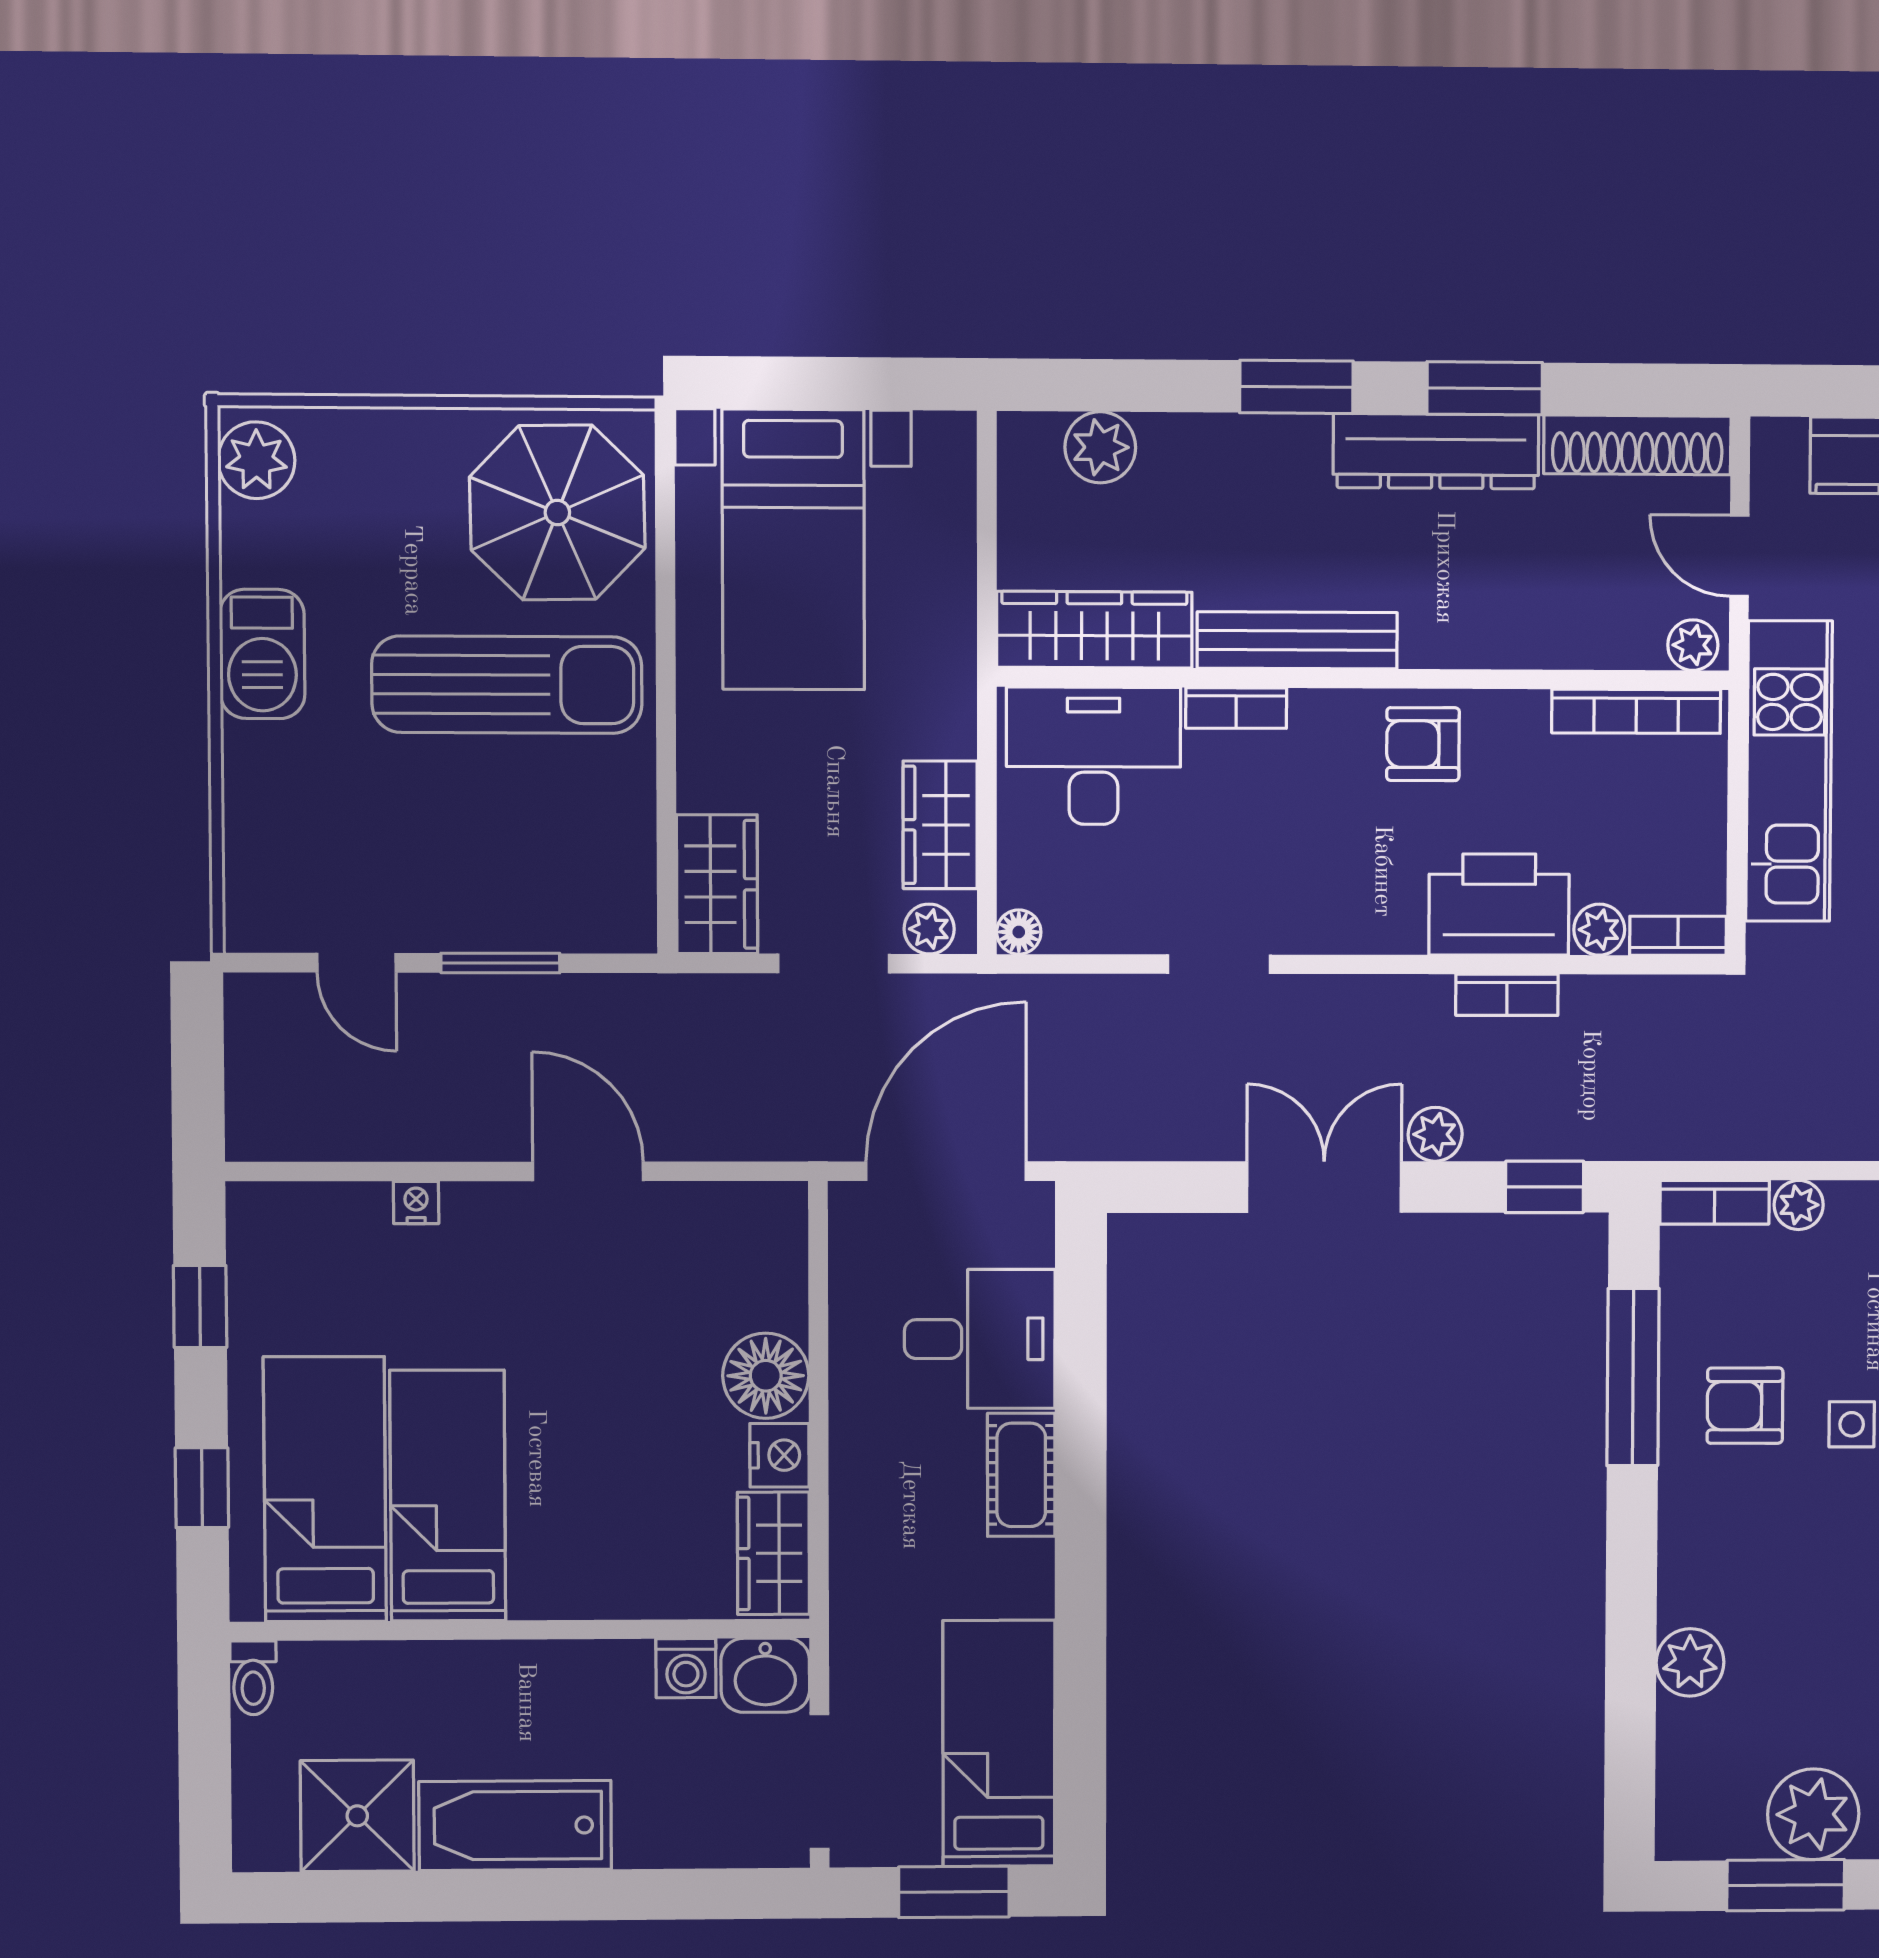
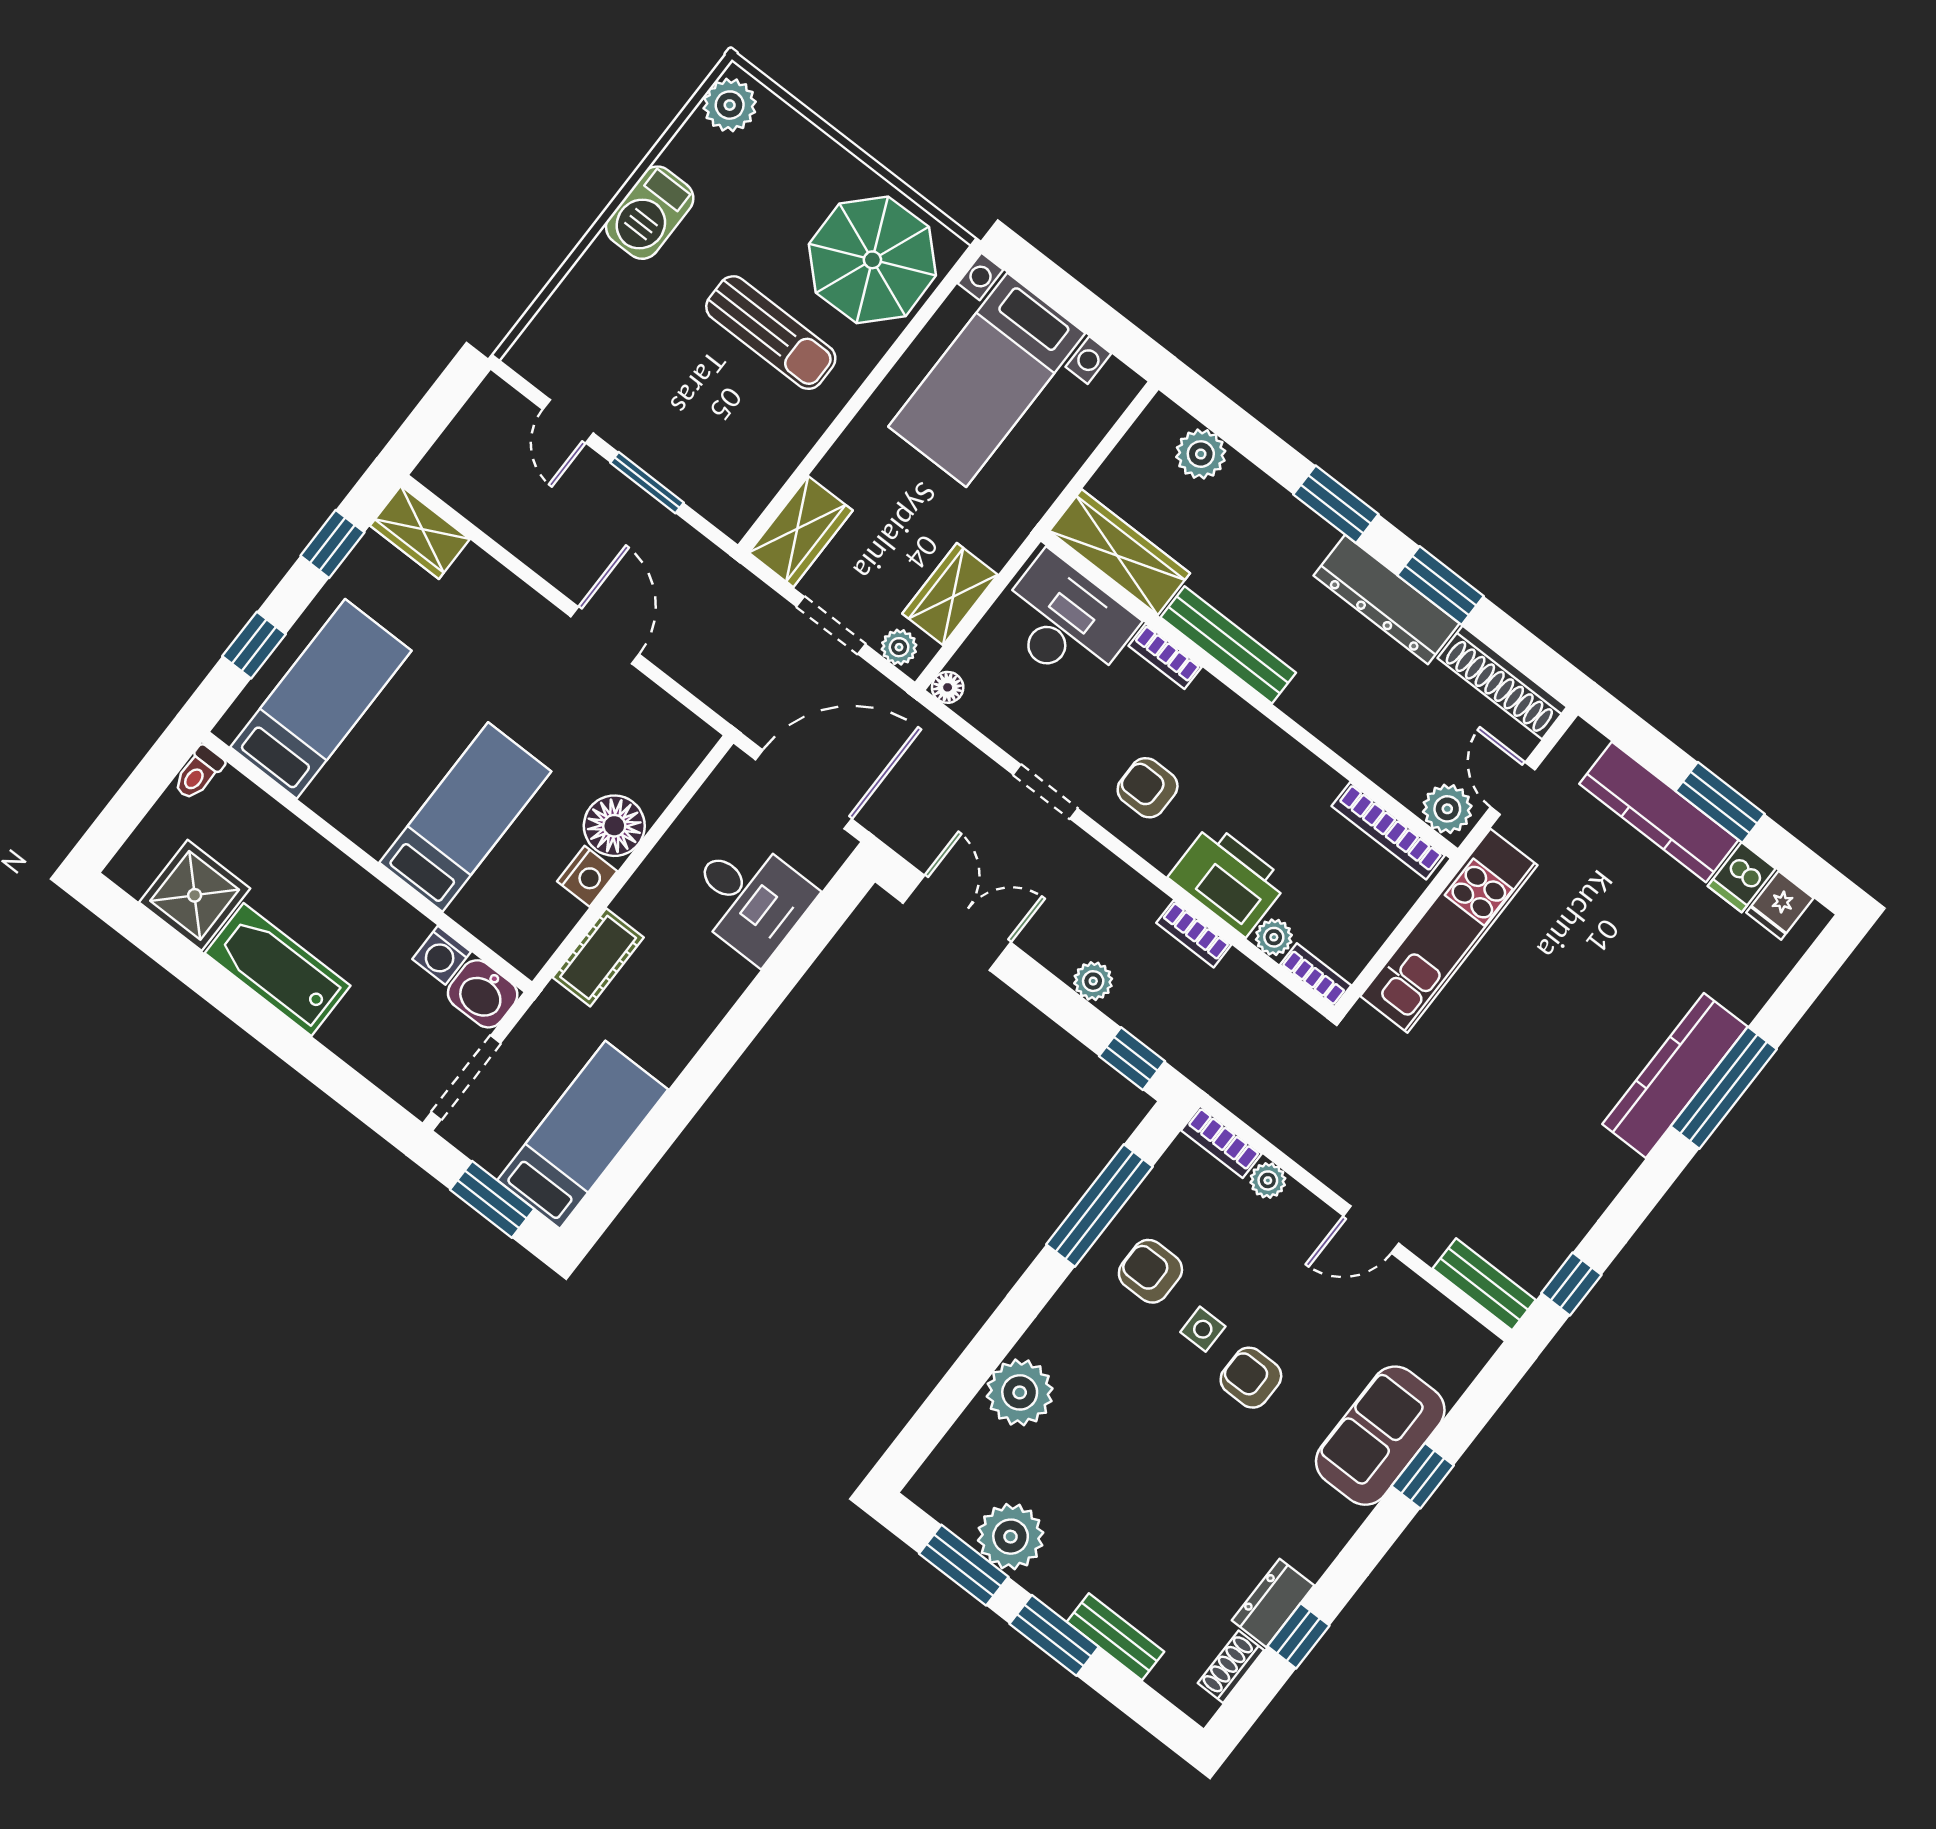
plant: (1693, 645) -> (1447, 809), width x1.38, depth x1.38
sun lounger: (507, 685) -> (771, 333), width x0.73, depth x0.75
armchair: (1423, 744) -> (1148, 788), moved
double door: (1324, 1187) -> (957, 923), moved
nightstand: (416, 1202) -> (497, 579), removed
cot: (1021, 1475) -> (598, 957), moved
bed: (448, 1496) -> (465, 817), moved
wardrobe: (773, 1553) -> (420, 532), moved, turned -90
plant: (1690, 1662) -> (1020, 1392), width x1.36, depth x1.36

